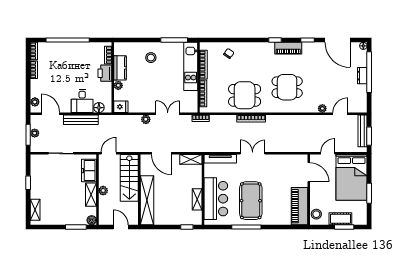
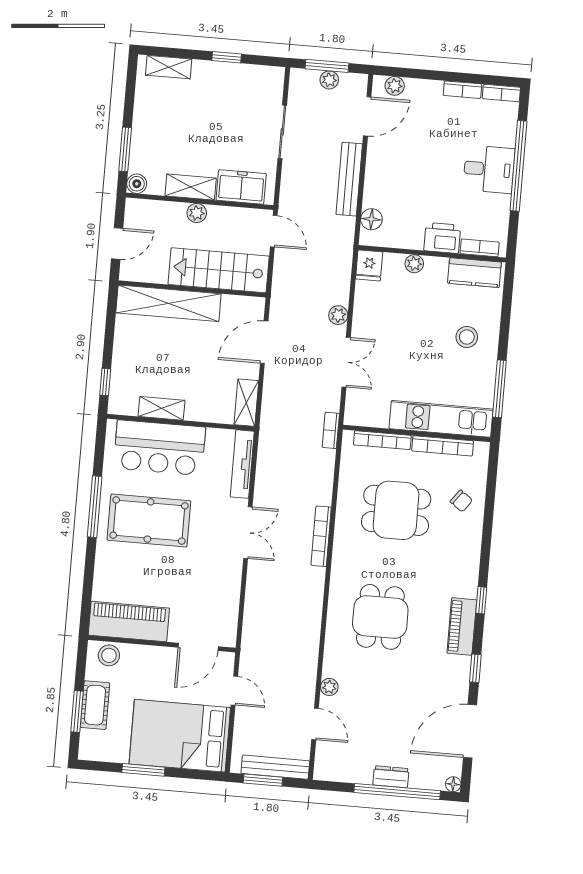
kitchen counter: (120, 68) -> (474, 273), moved
dining table: (245, 95) -> (396, 510), moved, turned 90
desk: (82, 101) -> (489, 169), moved, turned 180

